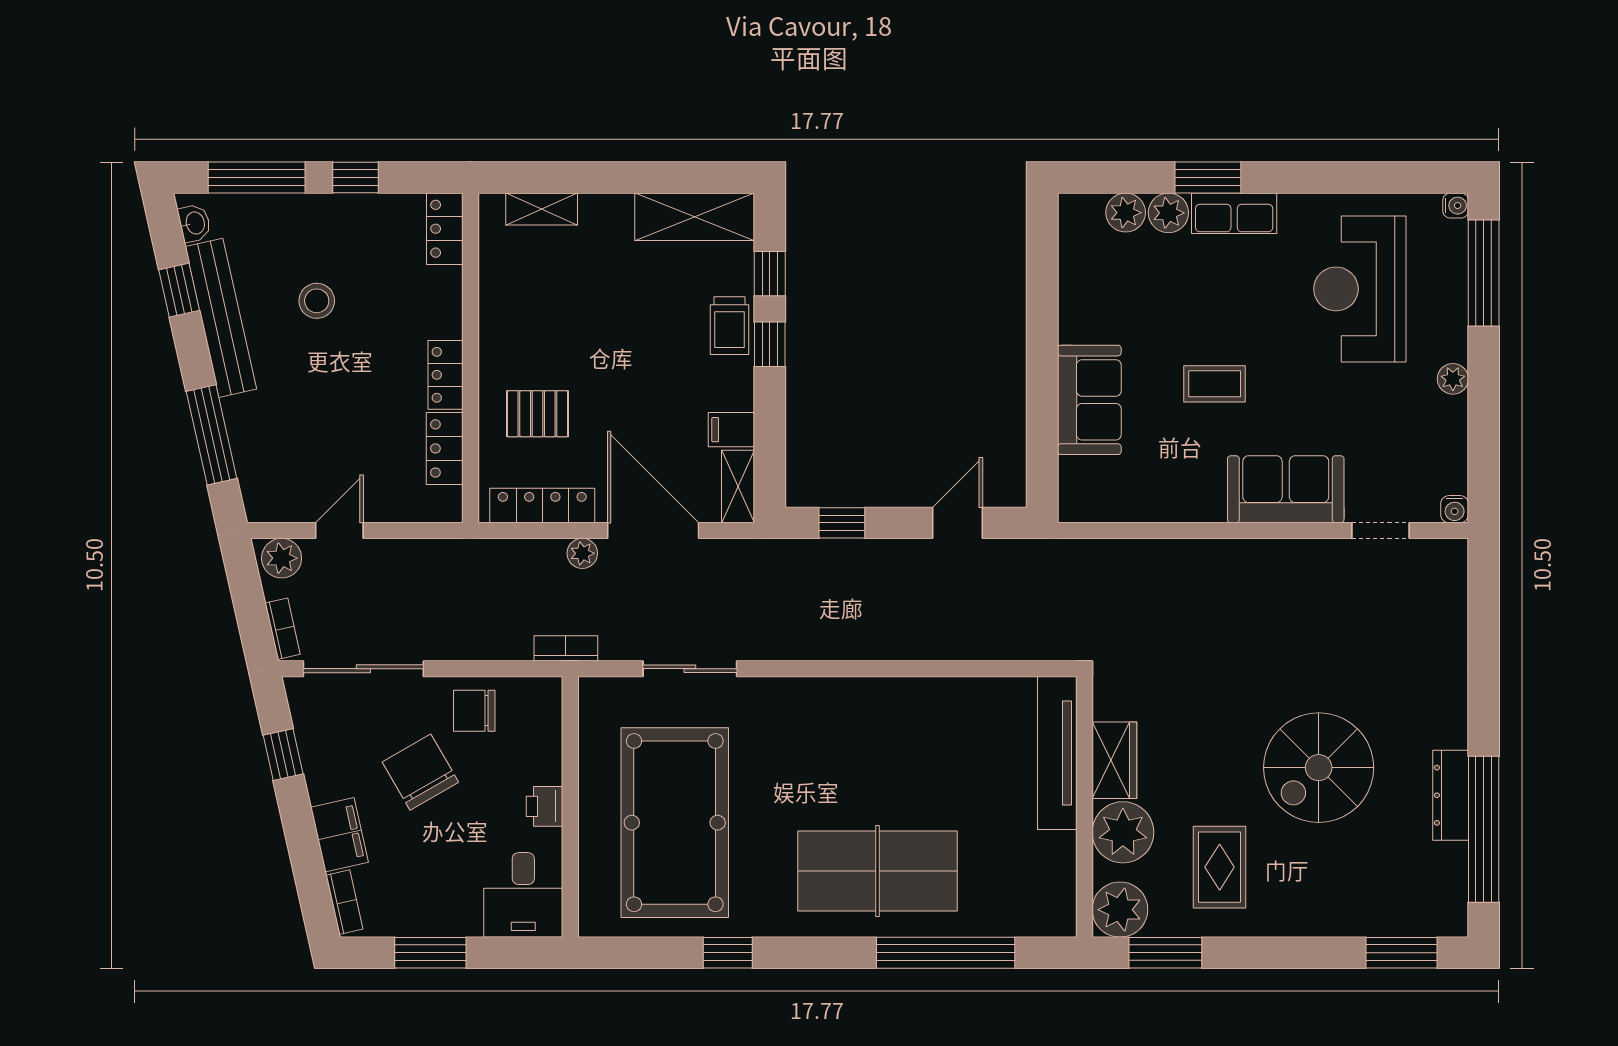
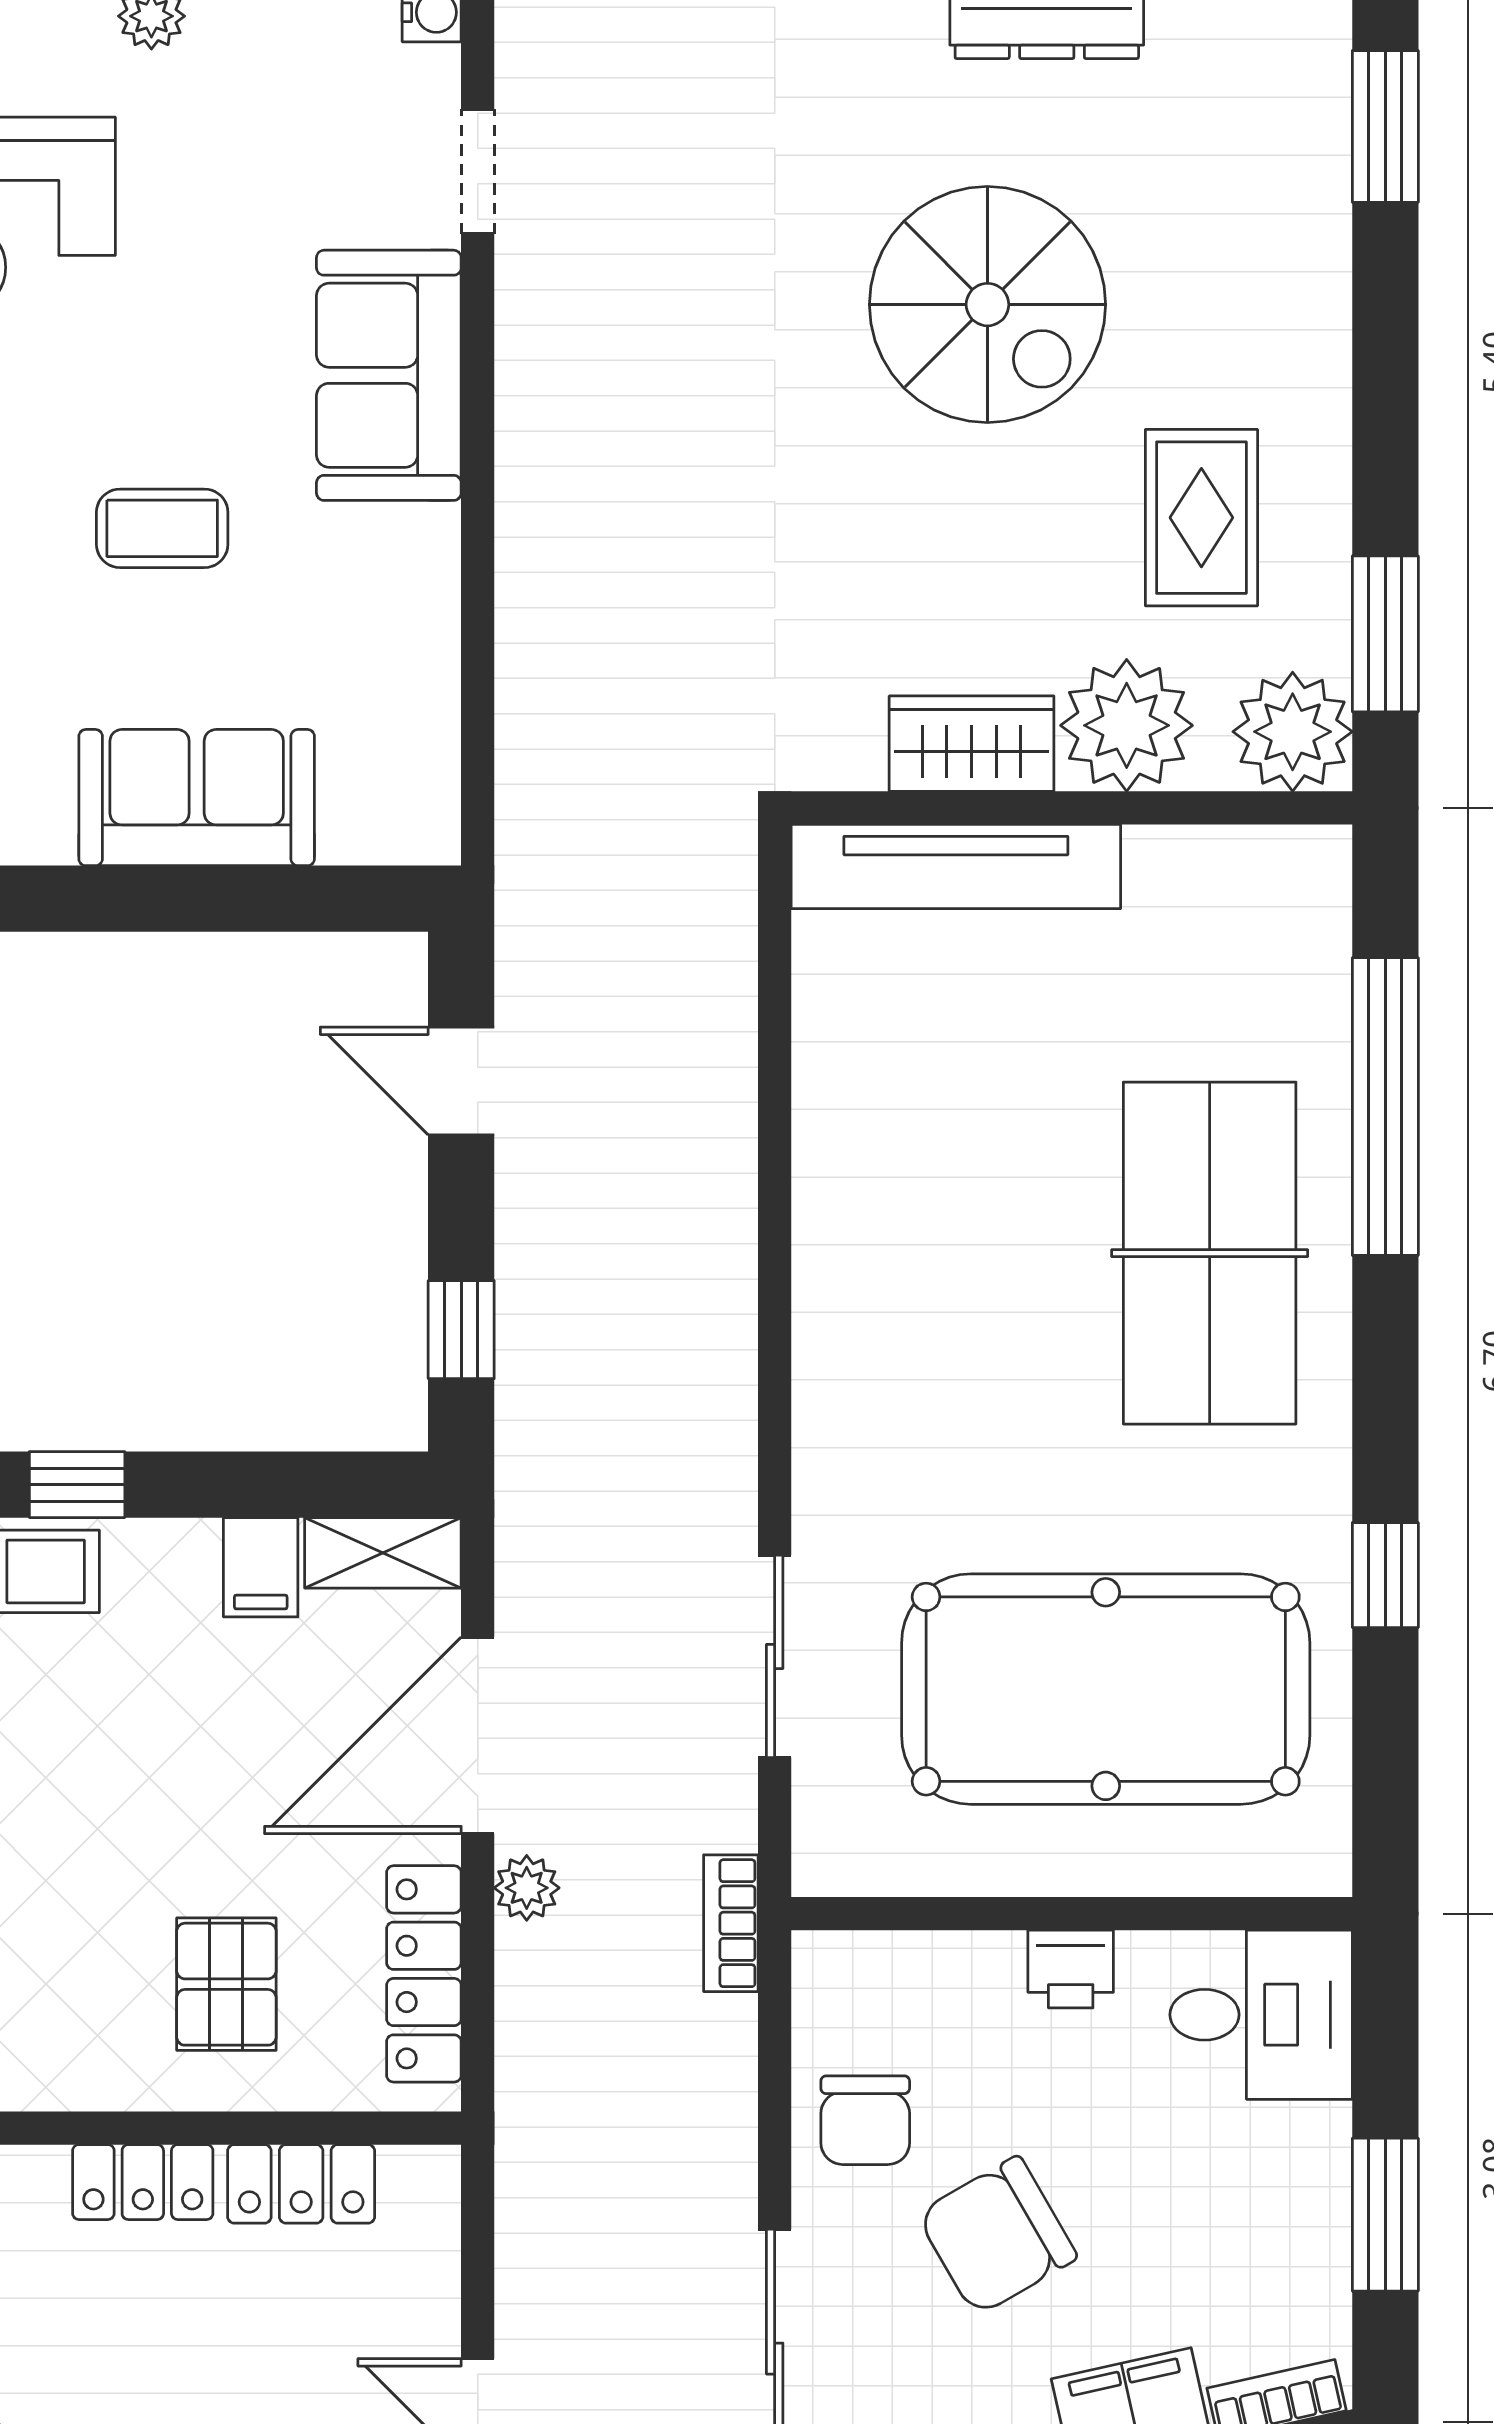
coffee table: (1215, 384) -> (162, 528), turned 90
rug: (1220, 867) -> (1201, 518), turned 90

